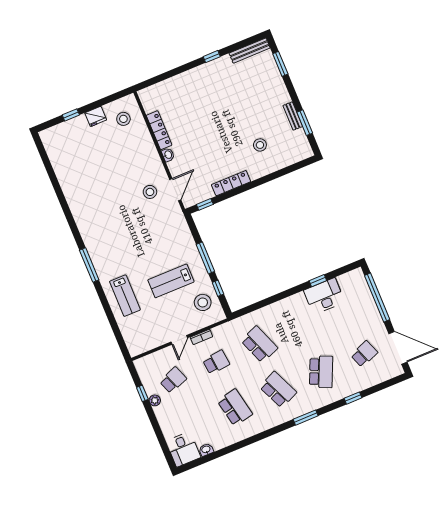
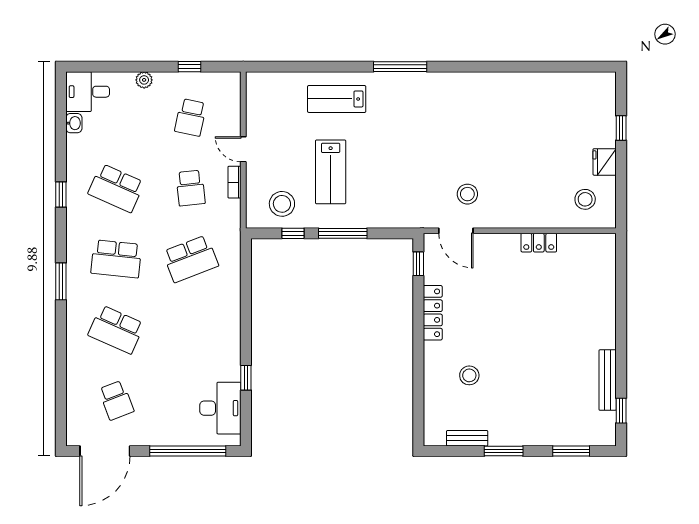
bench: (250, 51) -> (608, 380), moved
window: (212, 57) -> (621, 411), moved
bench: (293, 116) -> (467, 438), moved
window: (305, 123) -> (504, 451), moved
locker: (159, 130) -> (539, 243), width x0.66
washbasin: (168, 155) -> (509, 241), removed
lab bench: (171, 281) -> (331, 172), turned 180
desk: (324, 296) -> (220, 408), moved
school desk: (173, 380) -> (191, 117), turned 33
school desk: (278, 390) -> (116, 259), turned 30
window: (353, 398) -> (61, 195), moved
plant: (155, 400) -> (144, 80), moved
school desk: (235, 407) -> (116, 188), turned 36

